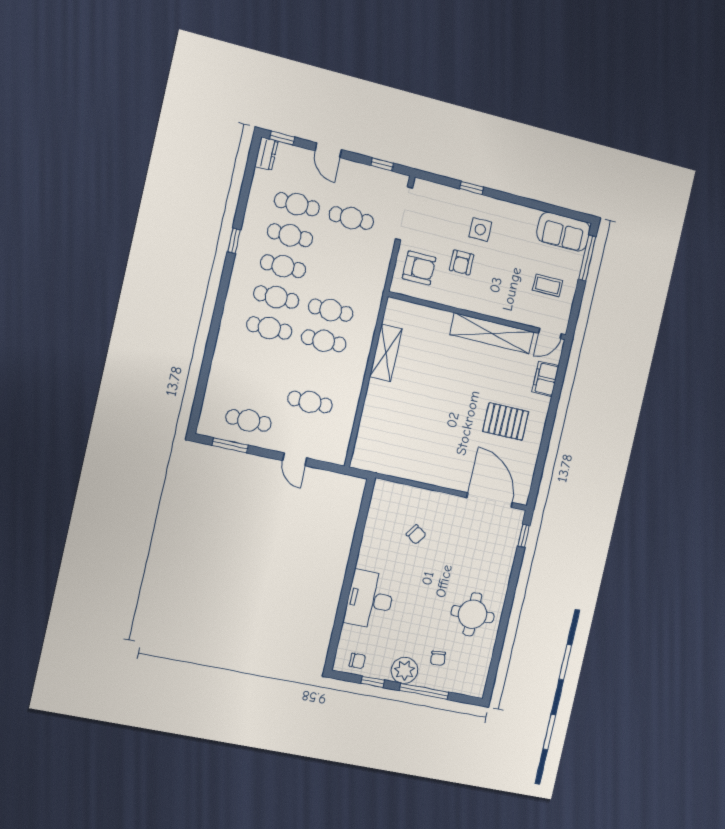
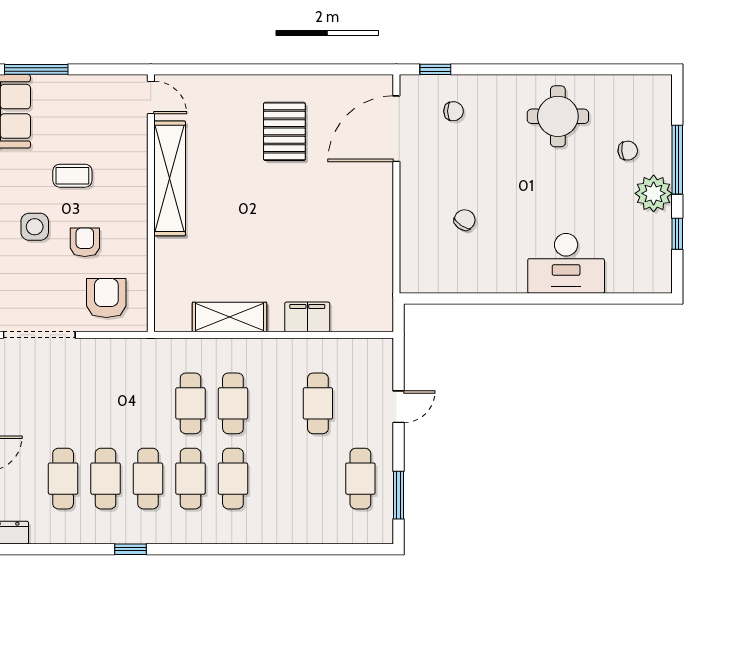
cafe table: (351, 218) -> (63, 403), removed
armchair: (462, 262) -> (85, 242), turned -90
coffee table: (548, 285) -> (72, 176), moved, turned 90
filing cabinet: (545, 379) -> (307, 317), moved, turned 180
chair: (357, 661) -> (454, 111), moved, turned 90

